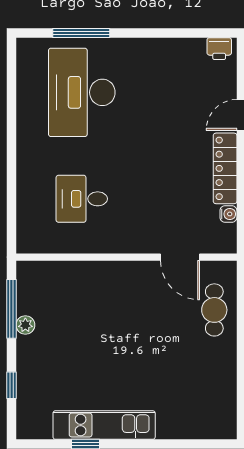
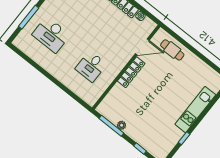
desk: (82, 92) -> (51, 35), width x0.73, depth x0.77
locker: (124, 272) -> (131, 72), added
kitchen unit: (104, 425) -> (195, 110), moved

